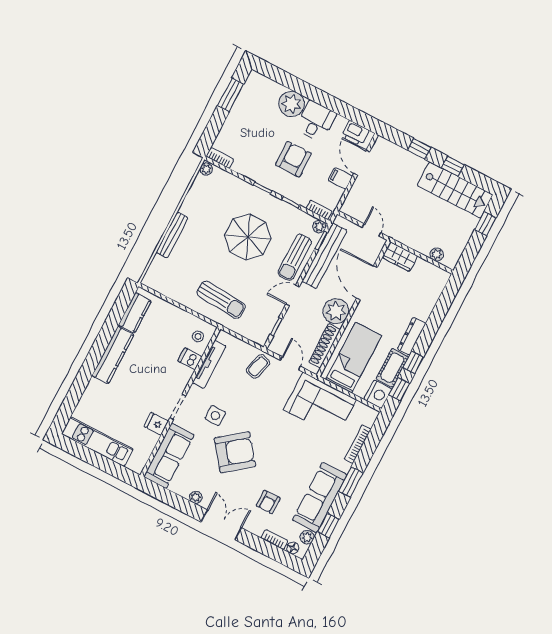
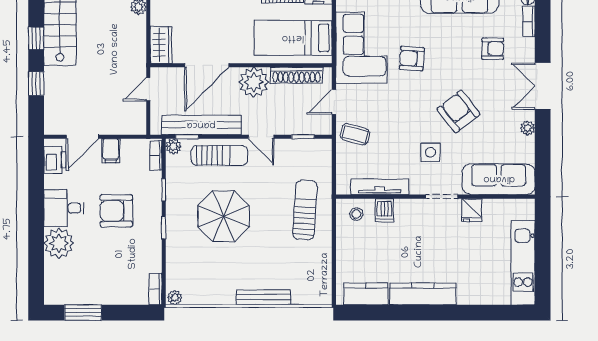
armchair: (292, 438) -> (412, 58), added
armchair: (235, 452) -> (458, 111), width x0.73, depth x0.73

